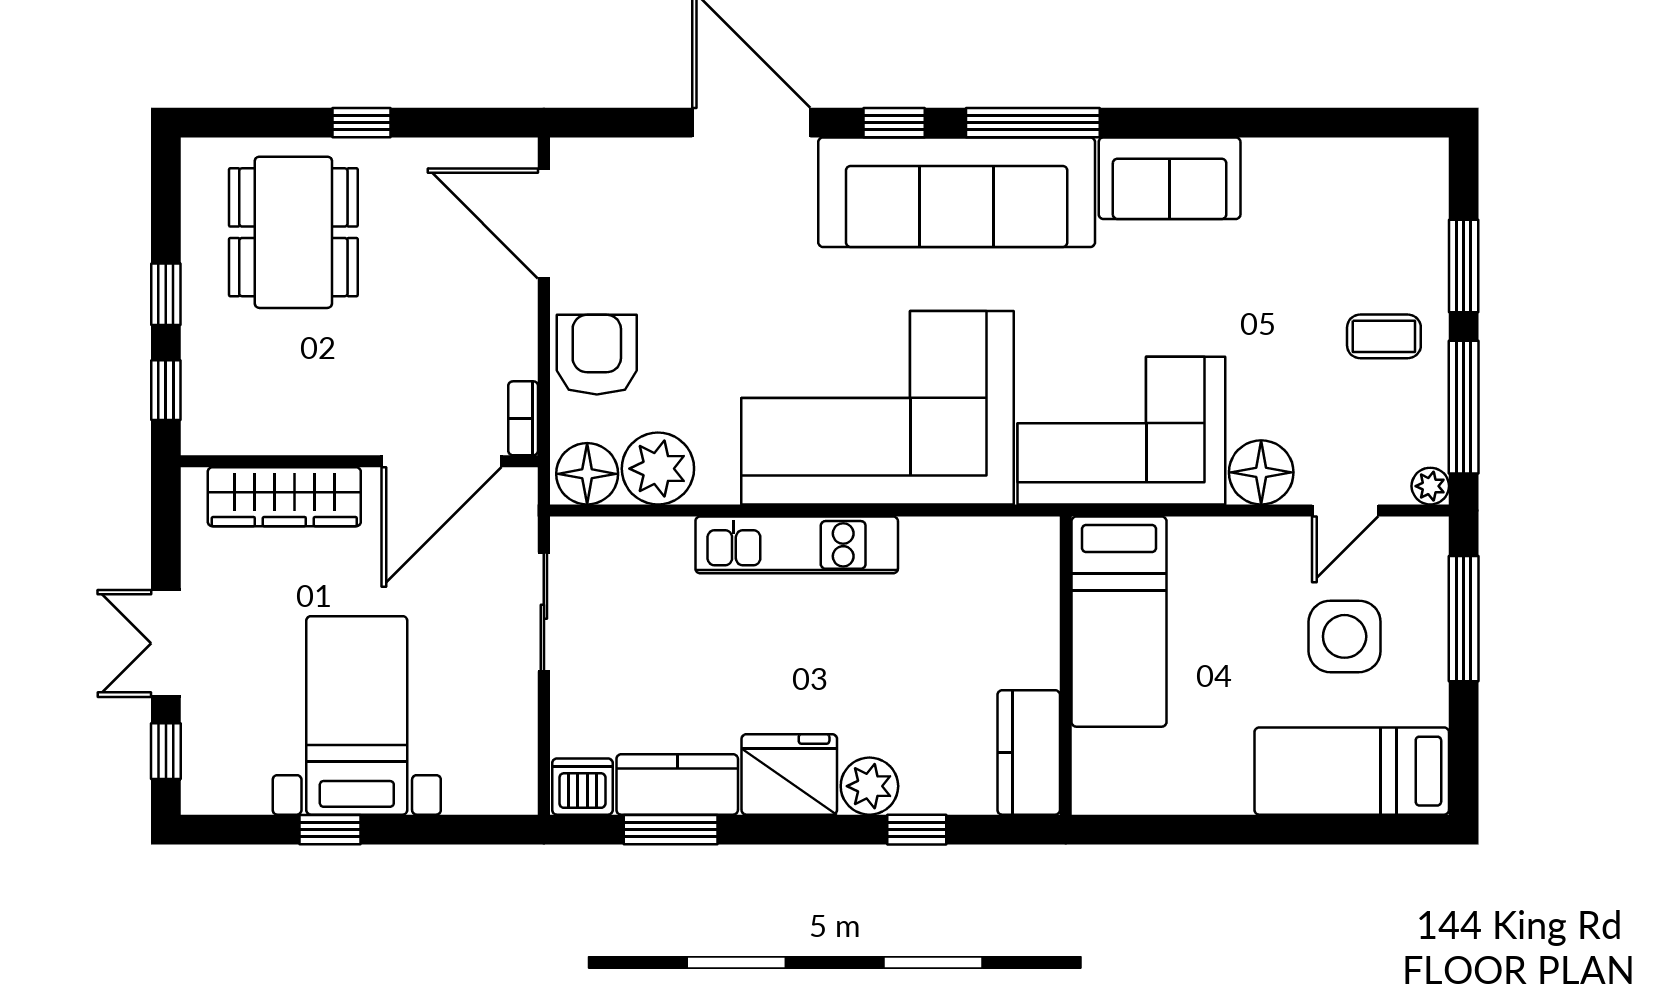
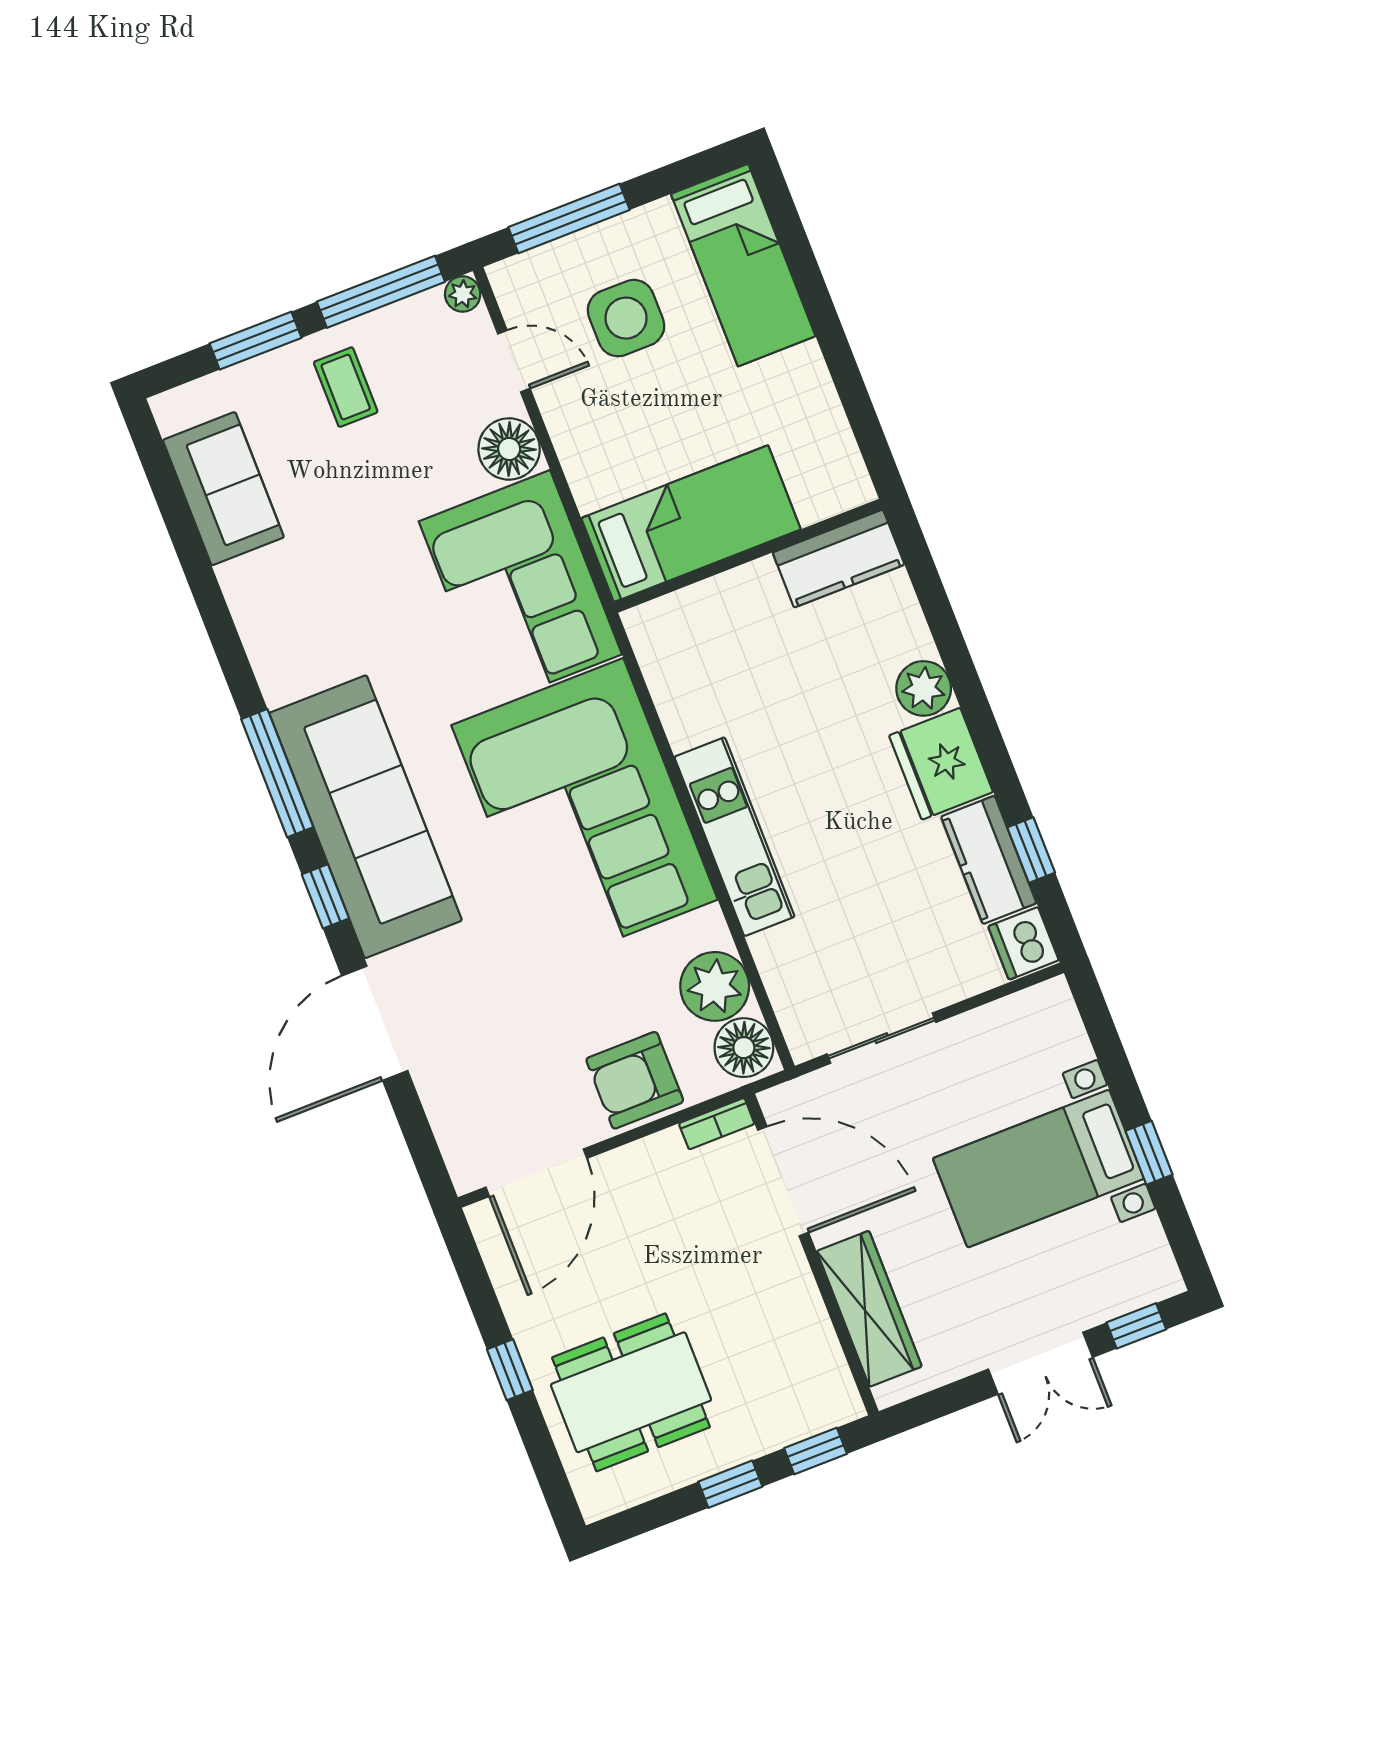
sofa: (1170, 178) -> (223, 489), moved
window: (671, 830) -> (1031, 850), width x0.67
window: (917, 830) -> (946, 631), removed

